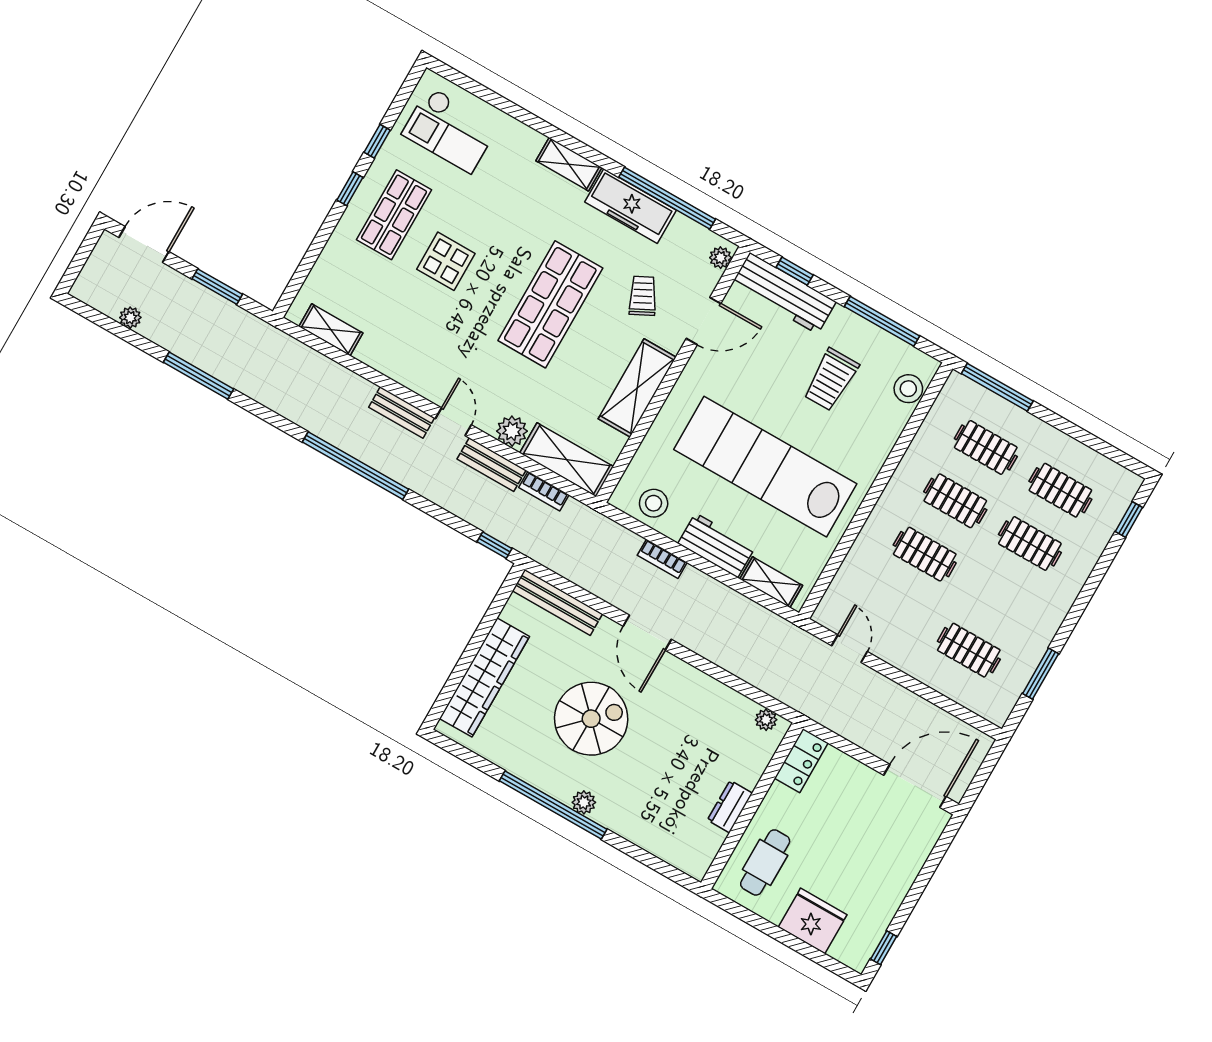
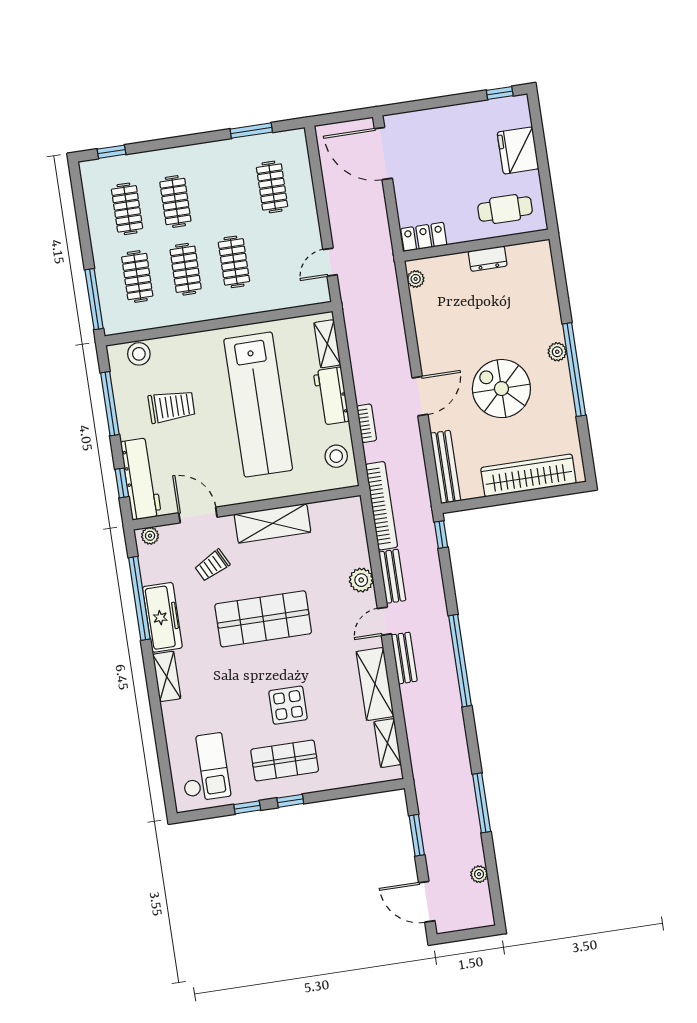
shelving: (567, 460) -> (375, 684), moved
bookcase: (544, 491) -> (382, 506), width x2.31, depth x1.31

